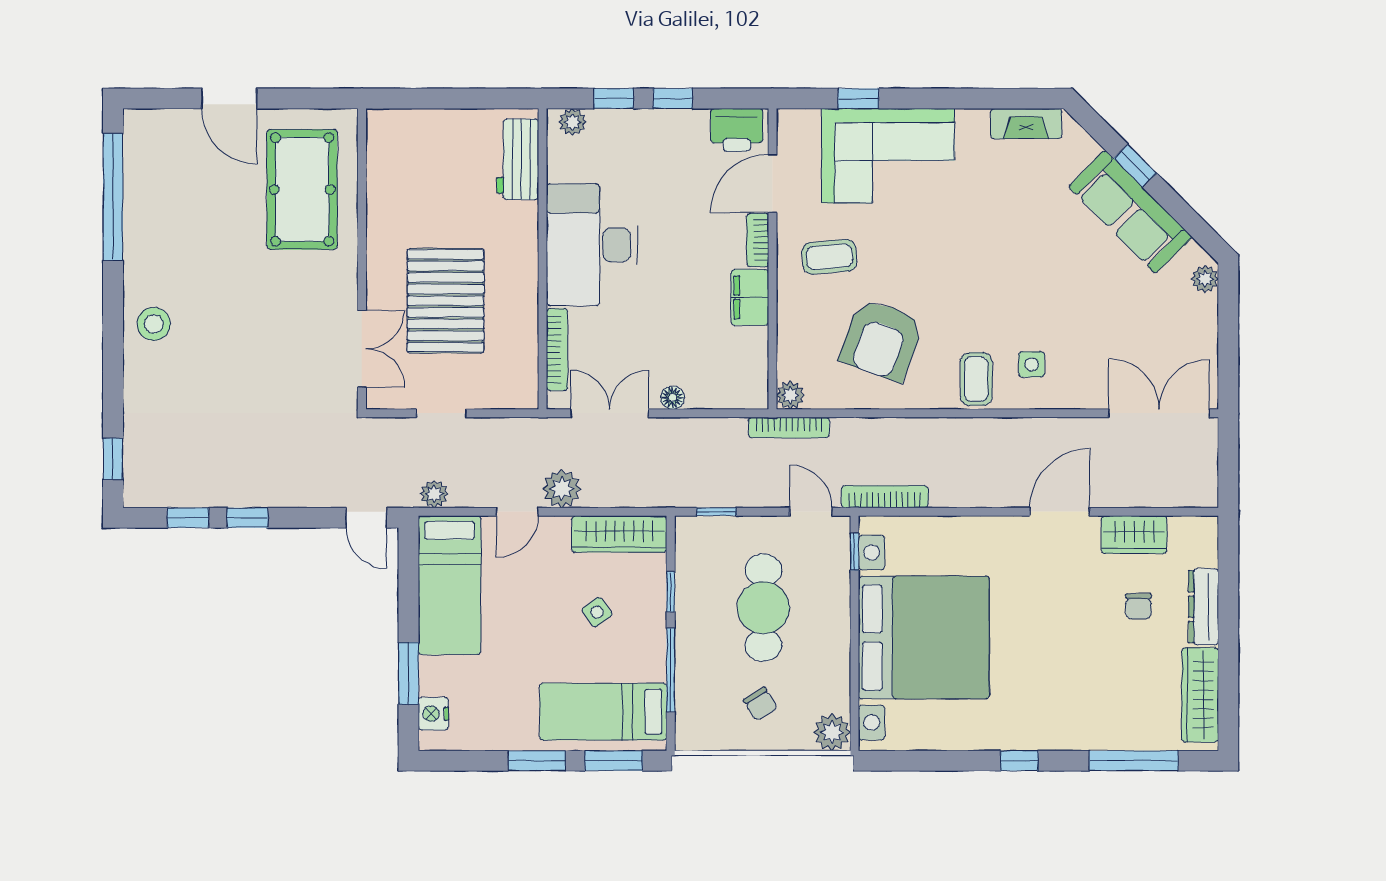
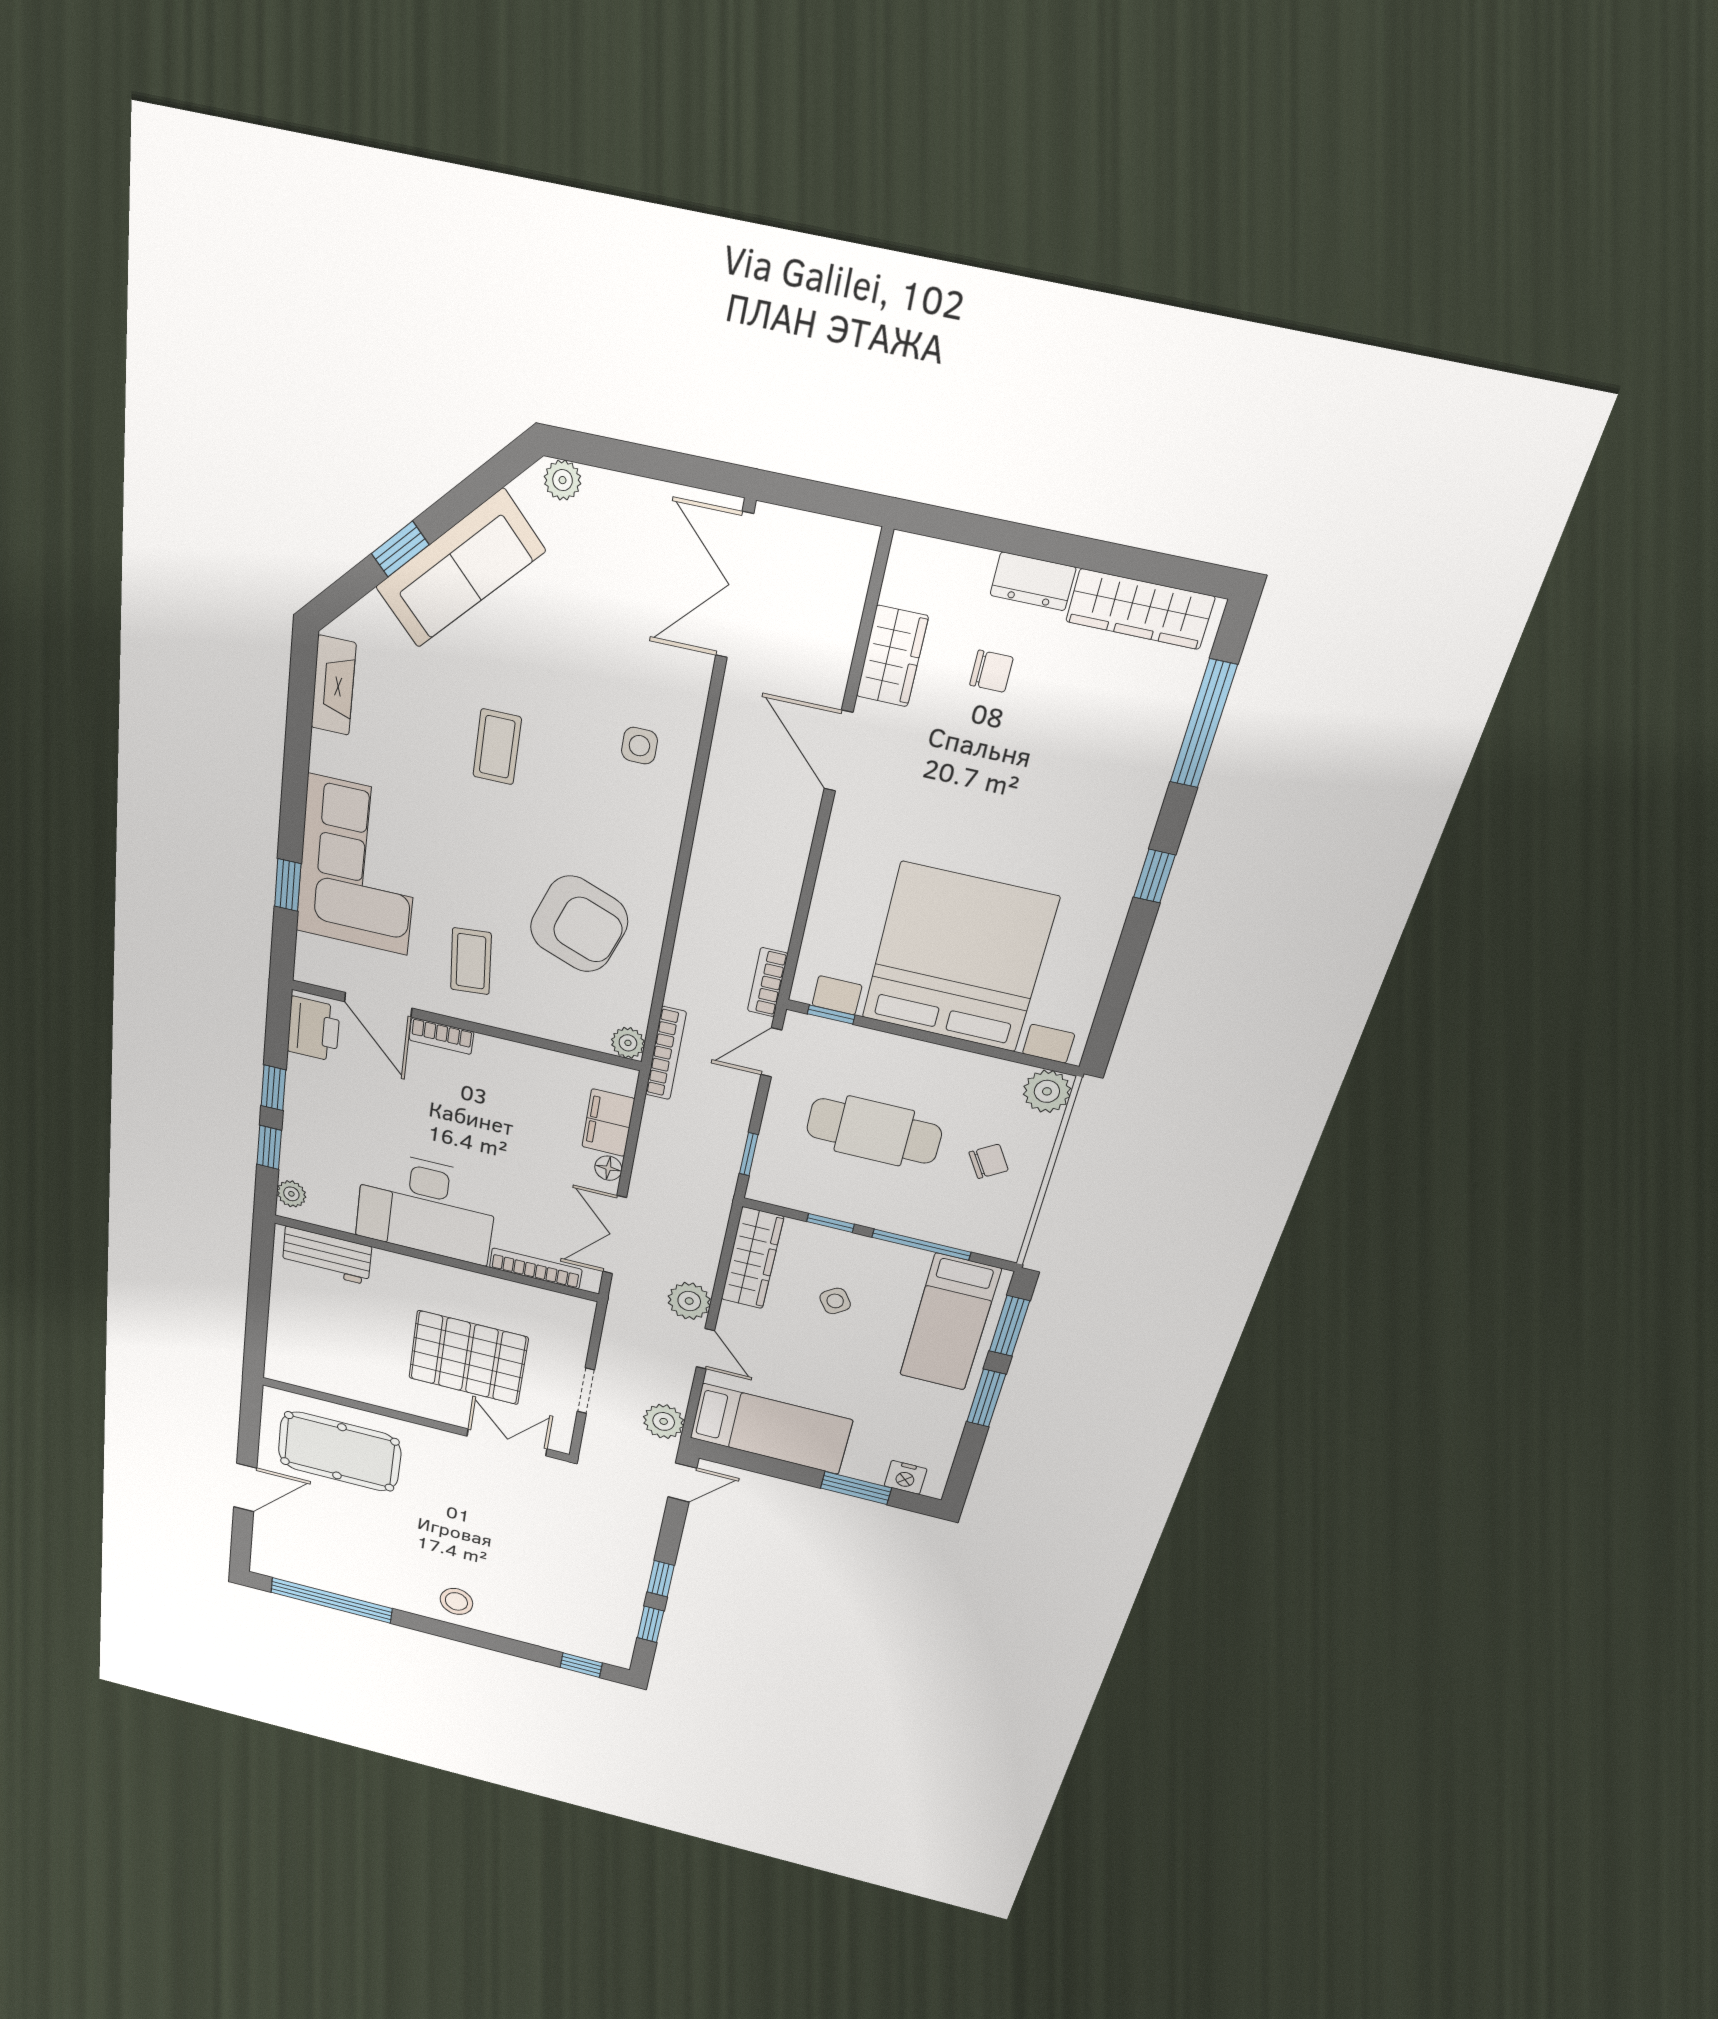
filing cabinet: (750, 297) -> (608, 1123), moved, turned 90
coffee table: (976, 379) -> (497, 747), moved, turned 90
plant: (434, 494) -> (664, 1421), width x1.38, depth x1.38
bookcase: (885, 497) -> (768, 982), width x0.64
dresser: (1204, 607) -> (1033, 581), width x0.70

